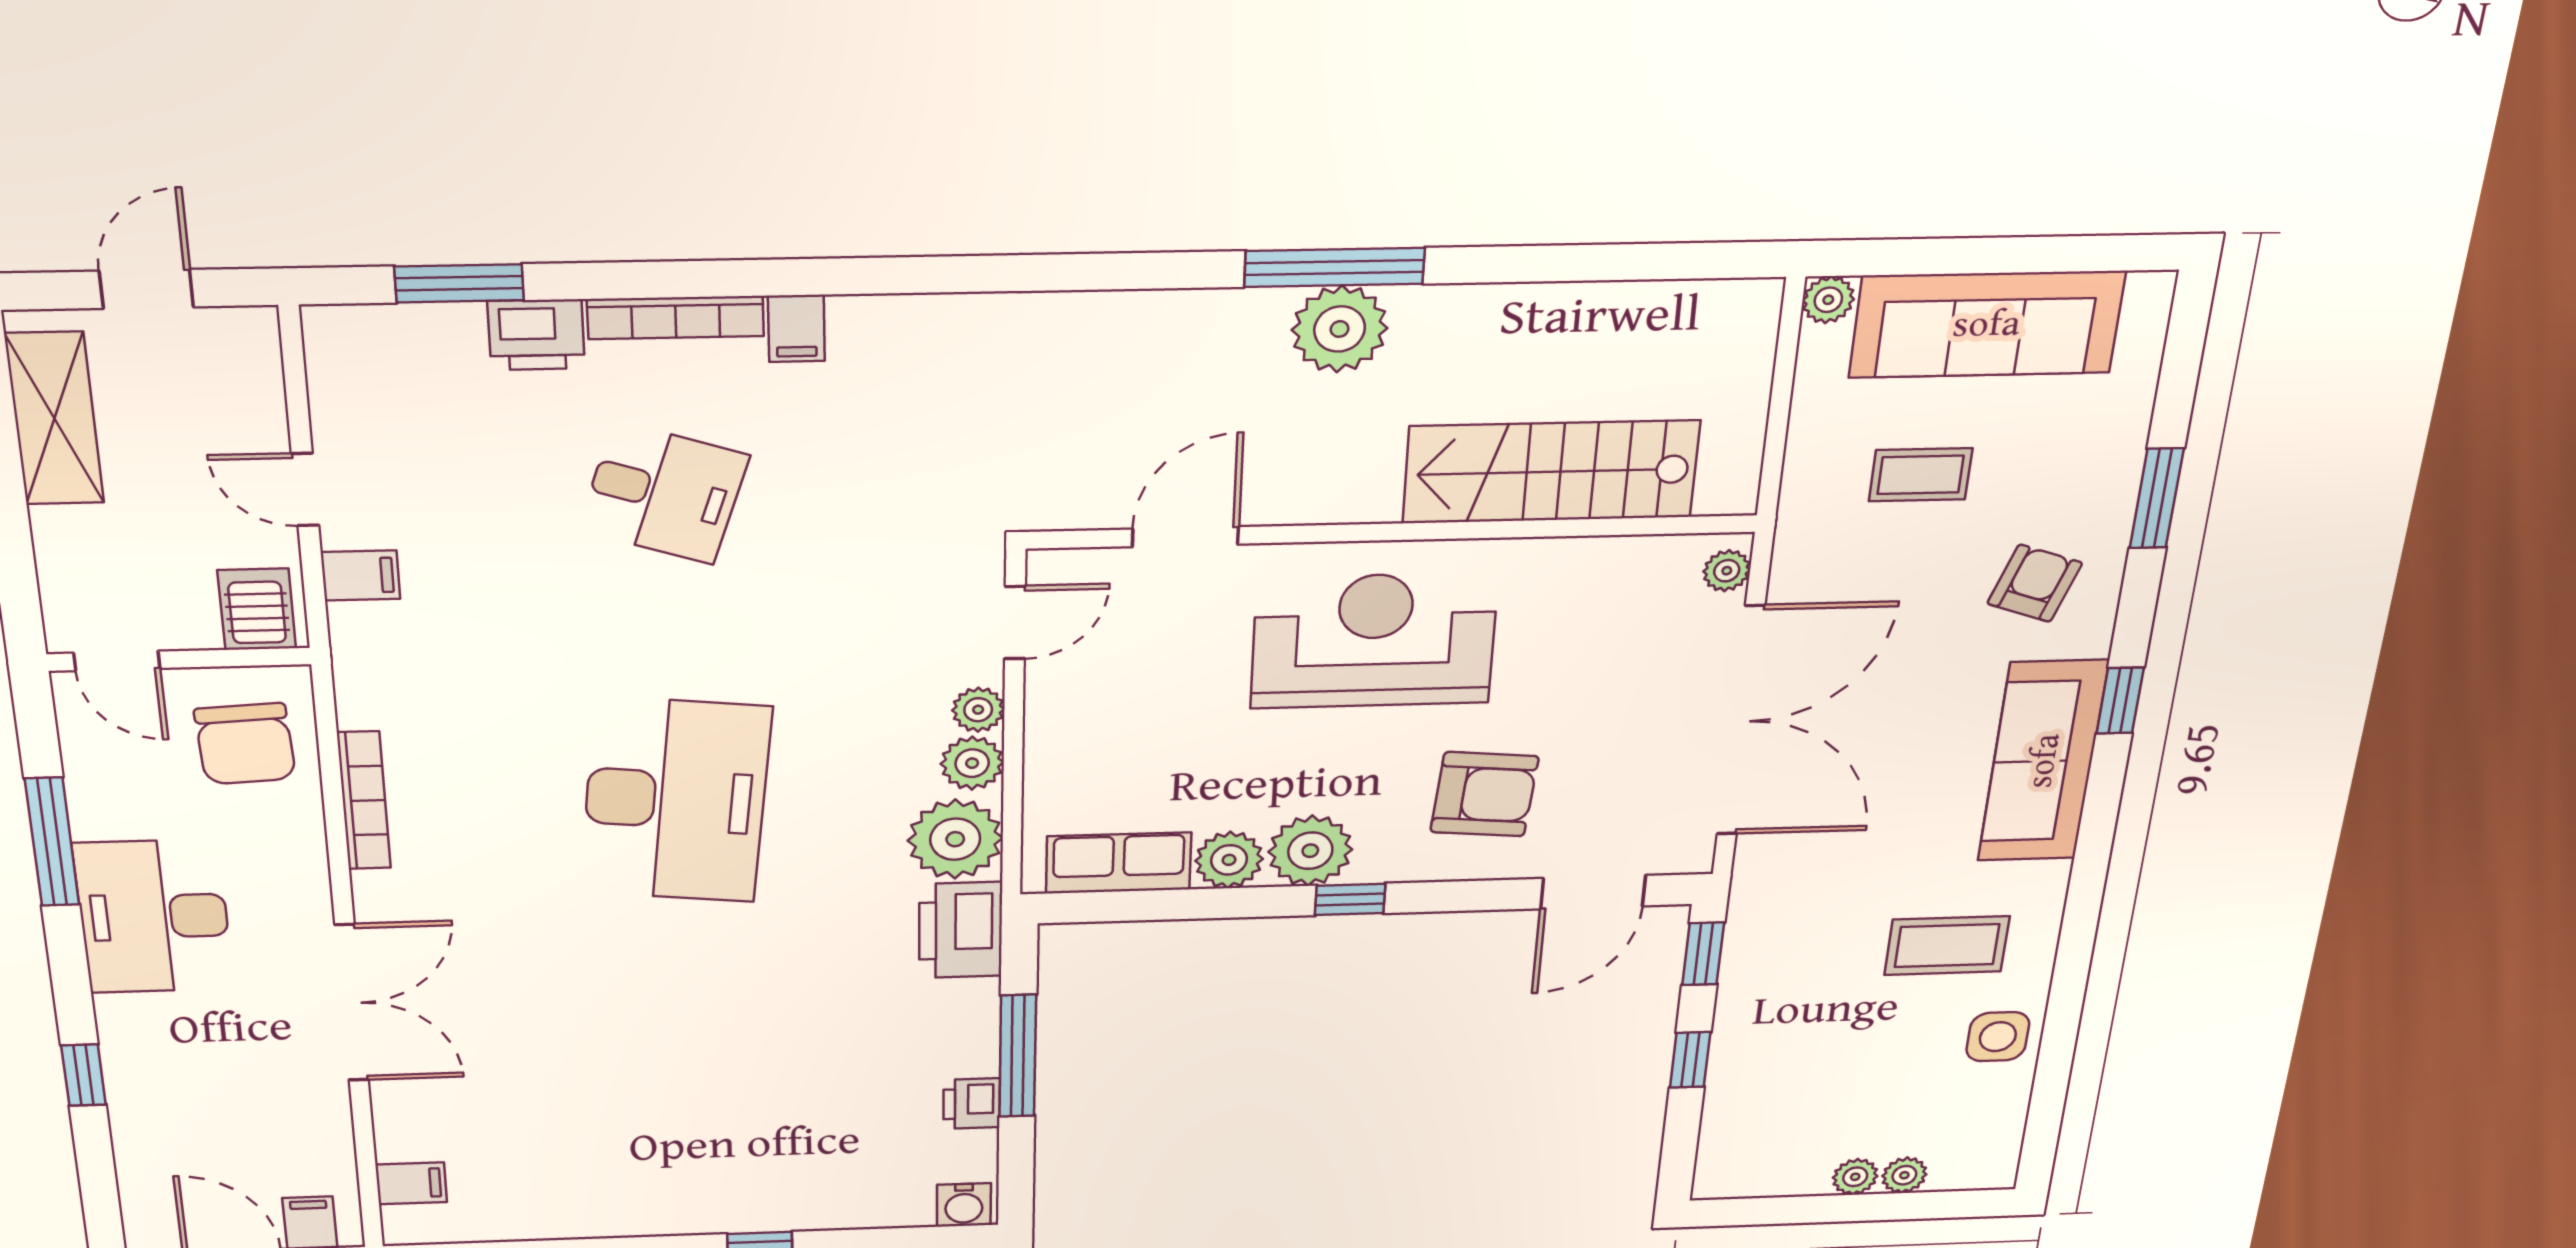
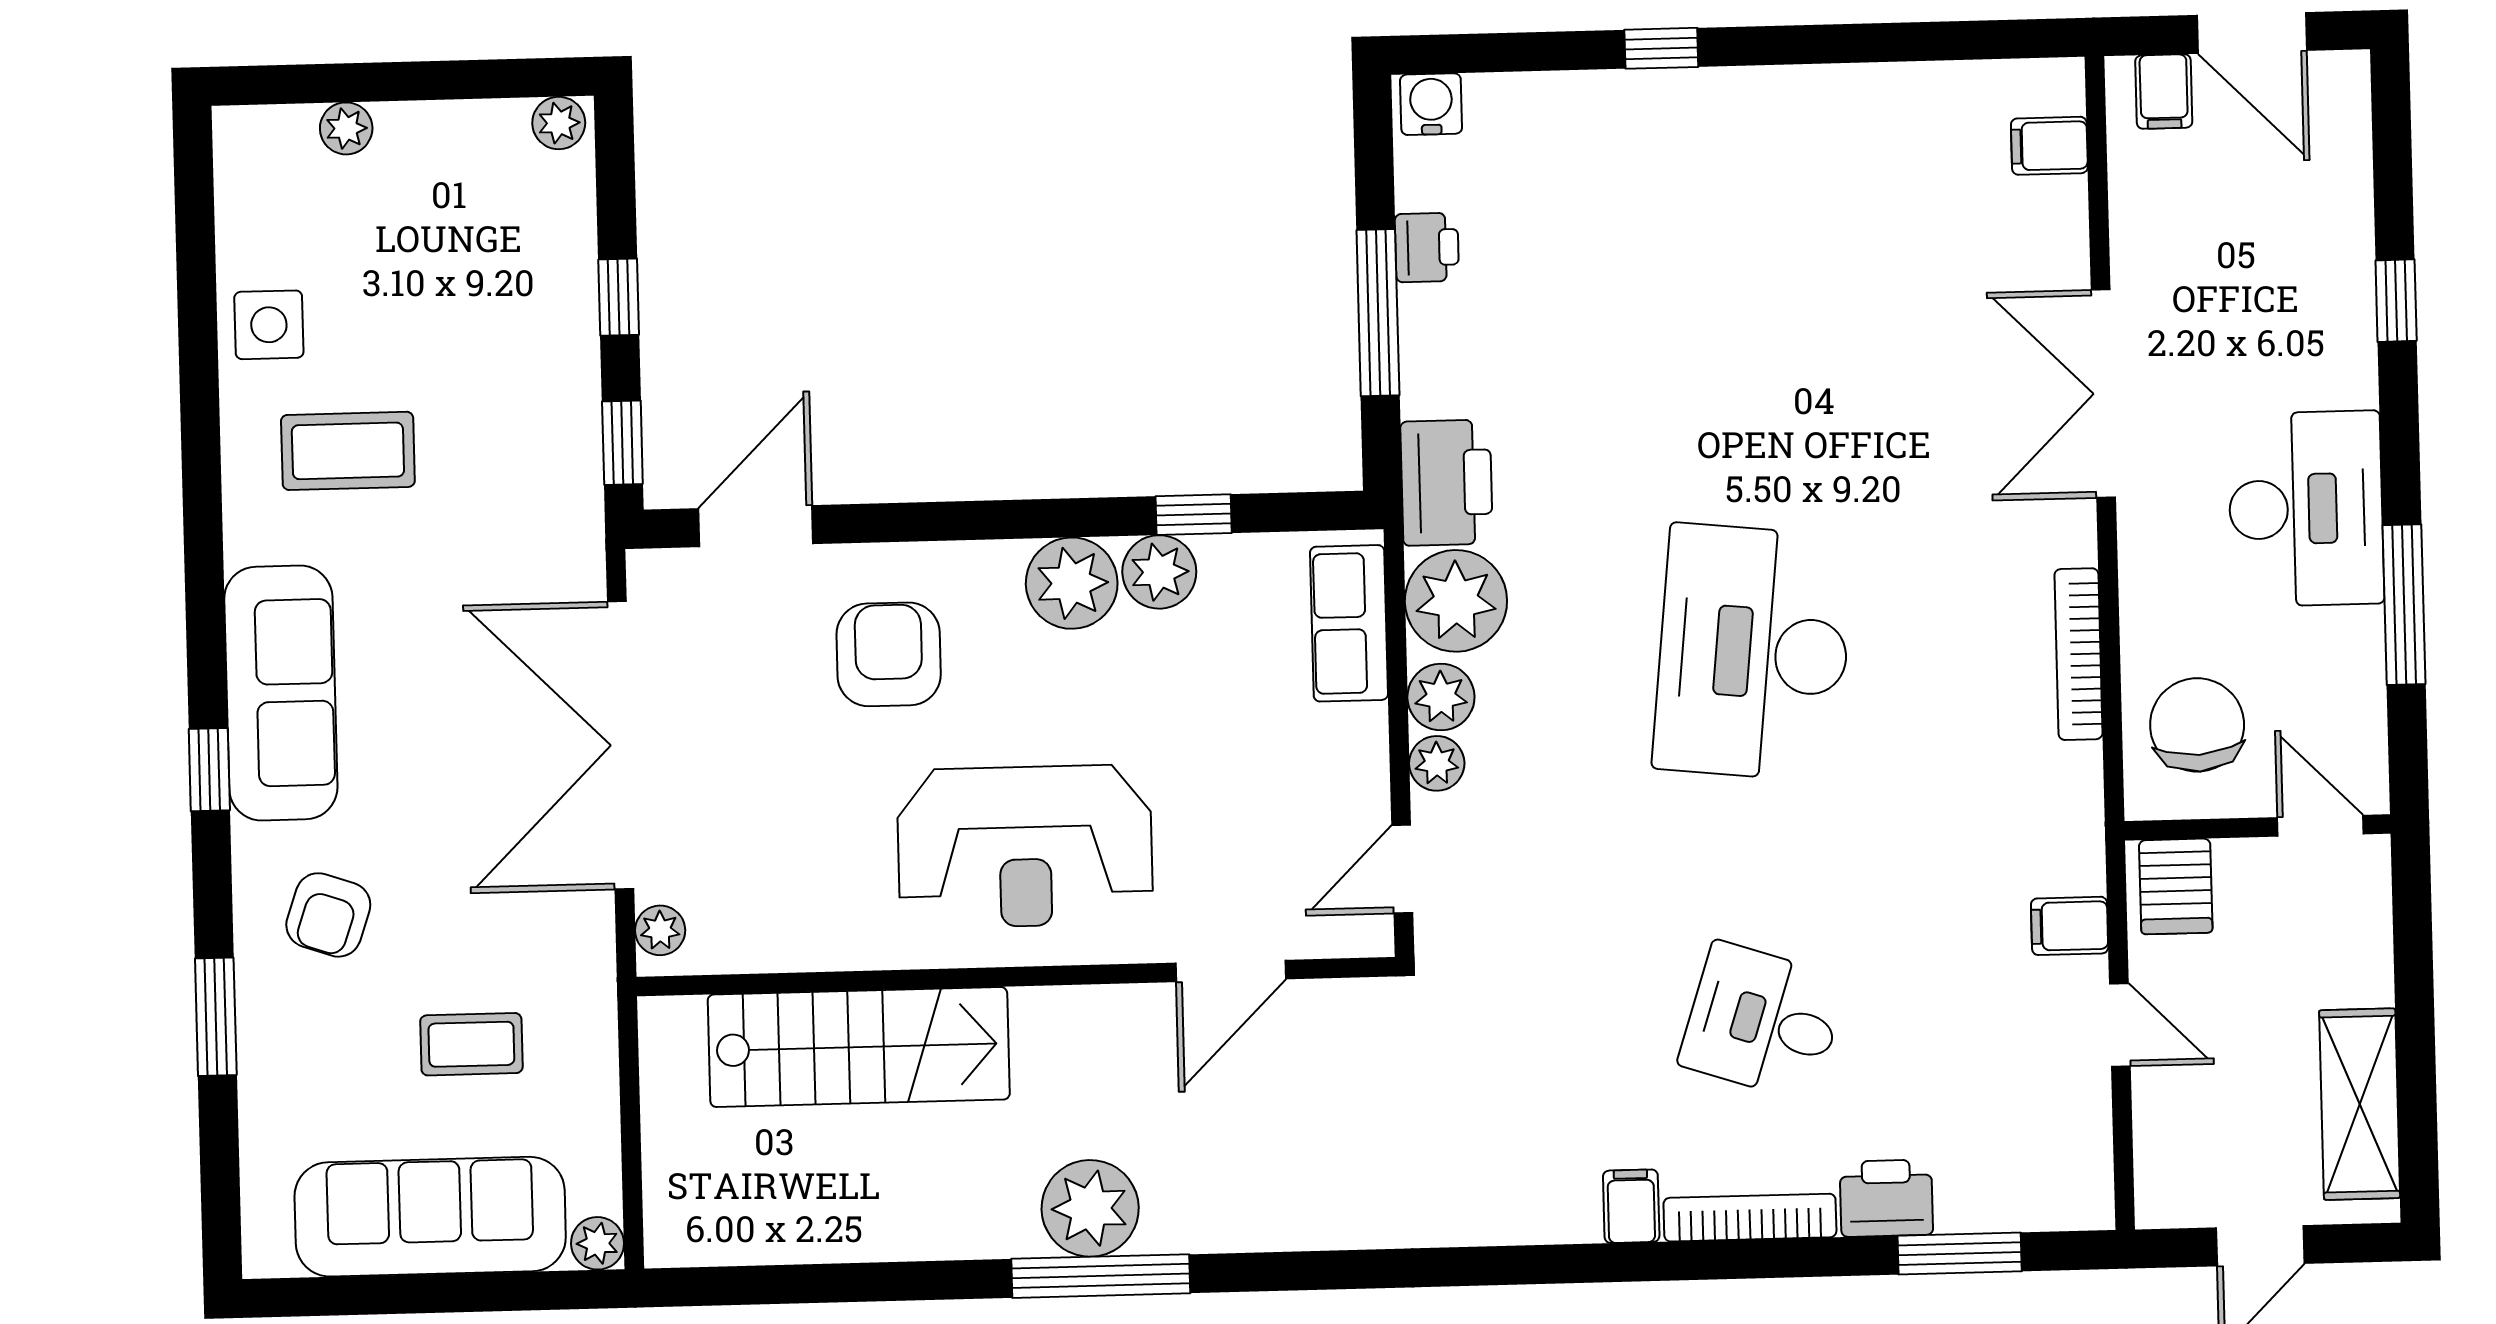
armchair: (1484, 794) -> (889, 654), turned 85
row of seats: (1119, 863) -> (1349, 623), moved, turned 90
window: (1350, 899) -> (1194, 515), moved
plant: (1855, 1177) -> (559, 123), moved

